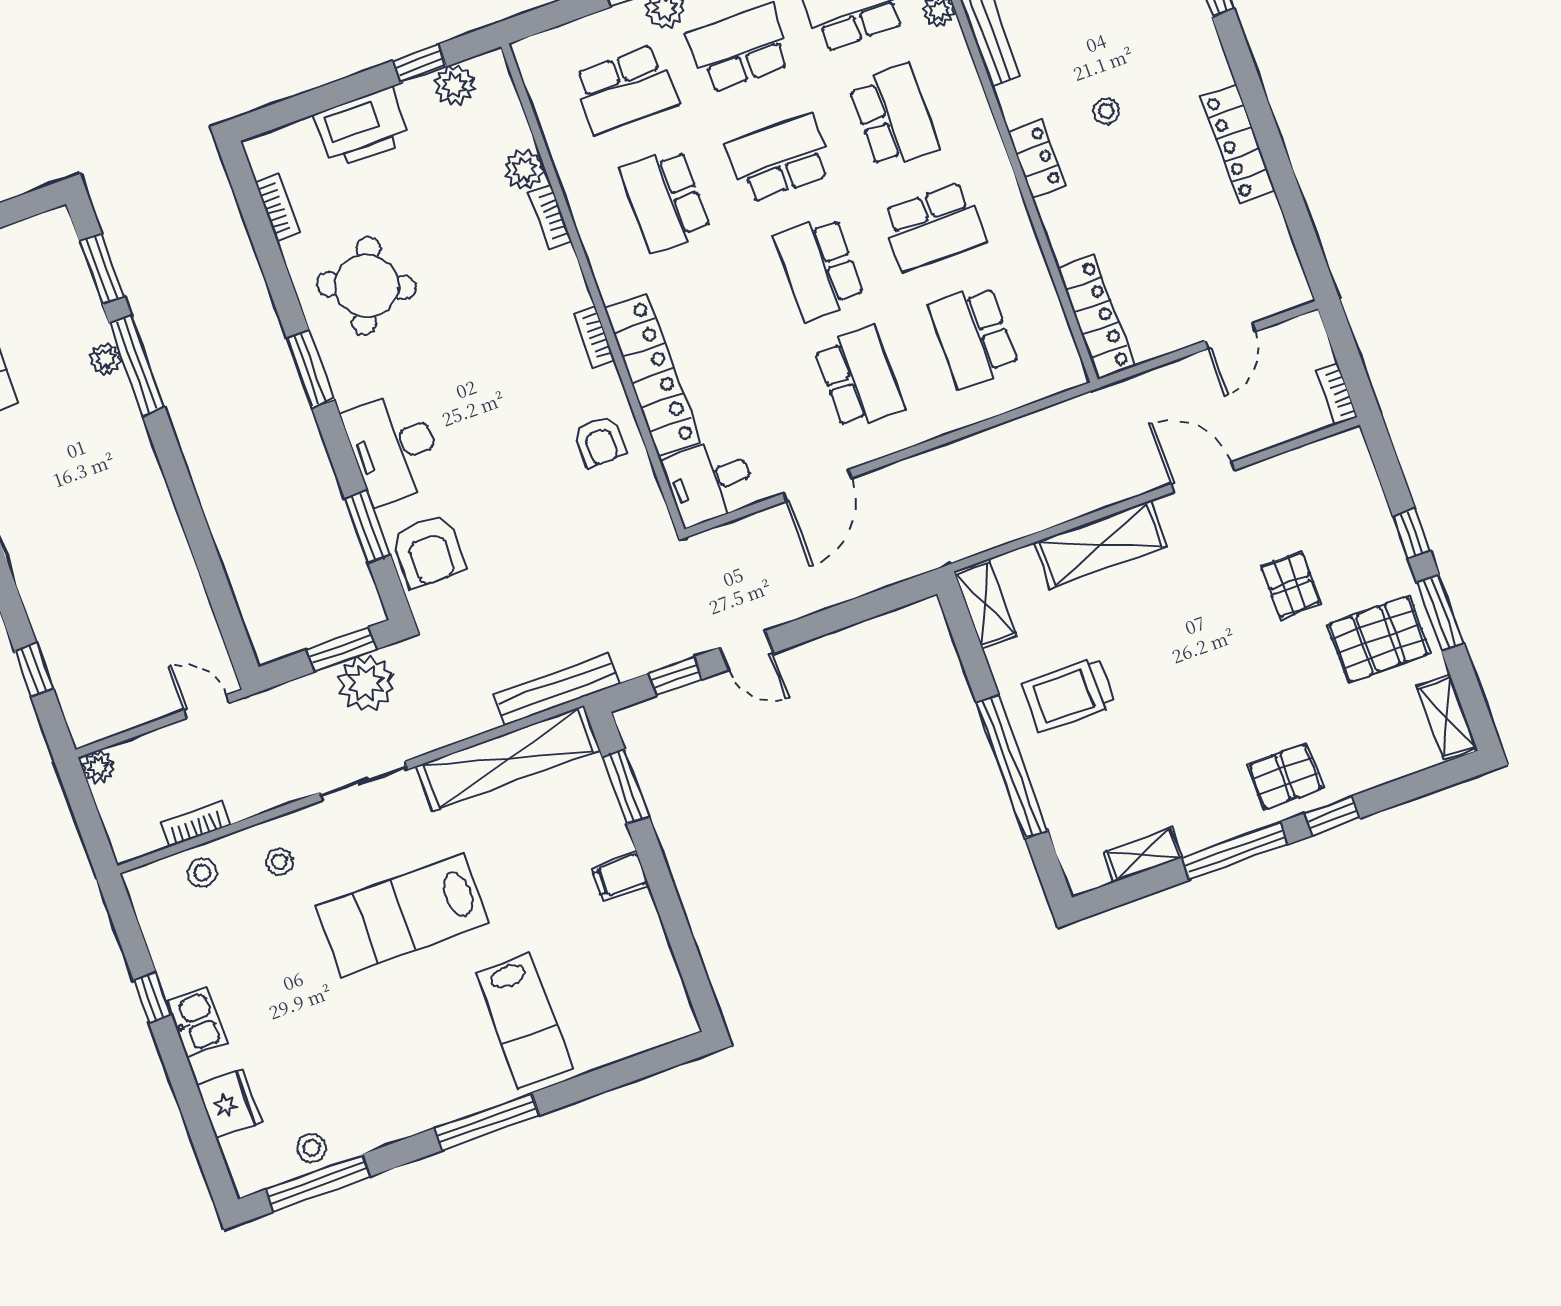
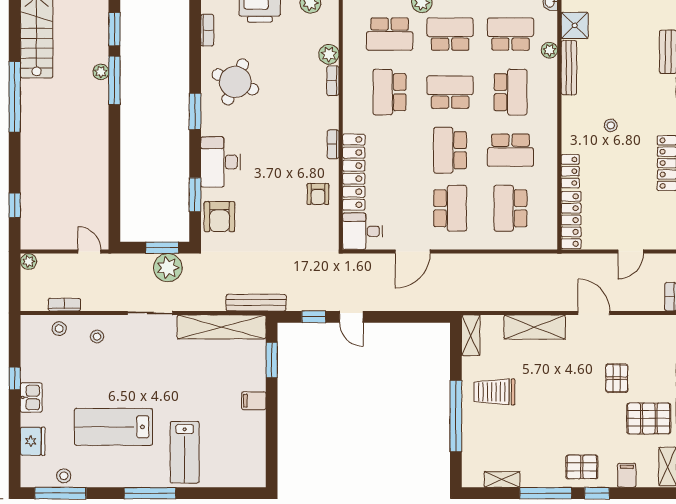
locker: (1037, 159) -> (570, 171), moved
filing cabinet: (1376, 762) -> (627, 475), added
lab bench: (402, 915) -> (114, 427), moved

